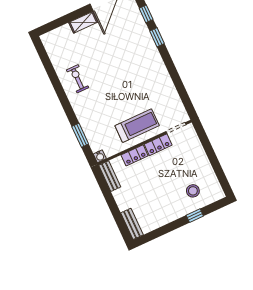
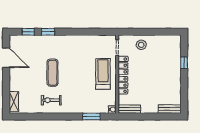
shelving: (83, 22) -> (14, 102), moved
exercise mat: (111, 65) -> (53, 73), added
stool: (193, 191) -> (141, 45), moved

